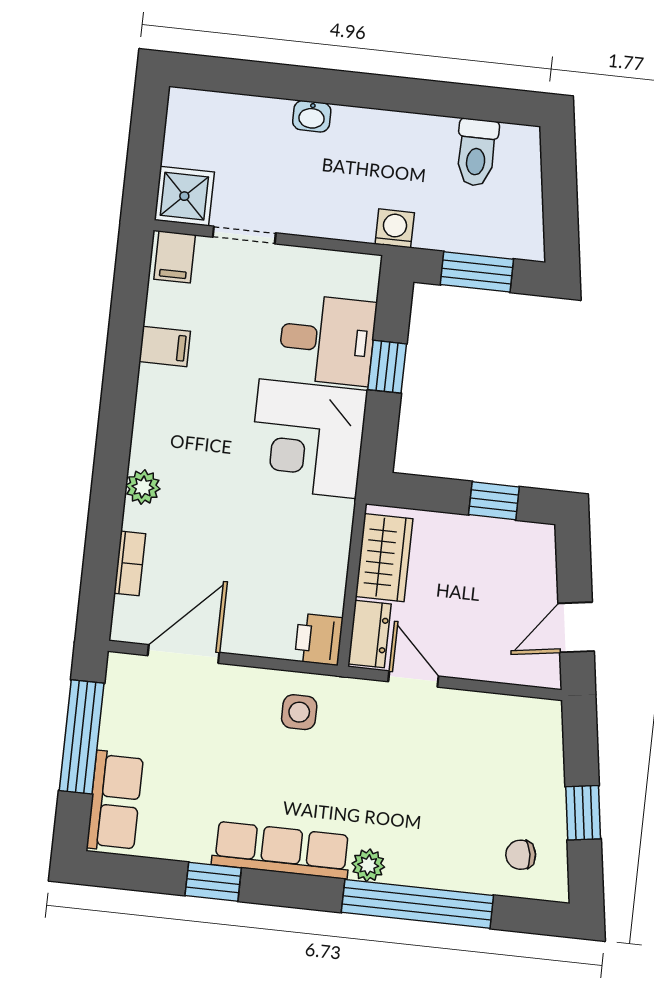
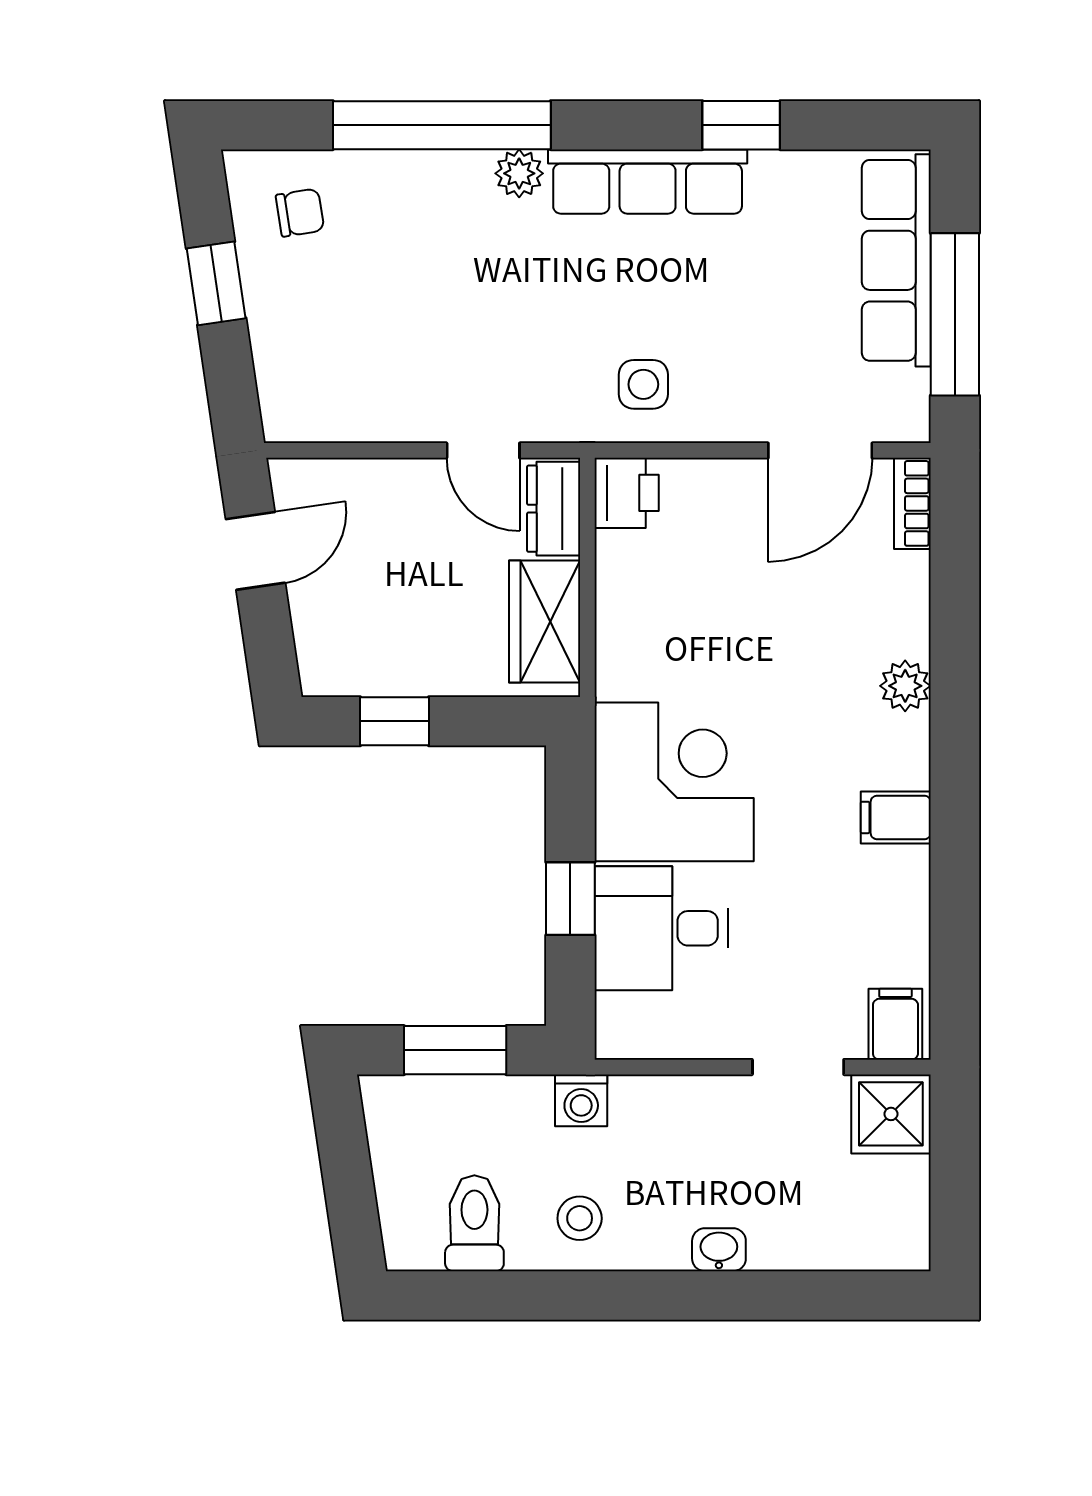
stool: (404, 148) -> (580, 1218), added
filing cabinet: (165, 346) -> (896, 817), moved
bookcase: (130, 563) -> (912, 503), moved
row of seats: (115, 801) -> (896, 260), width x1.48

